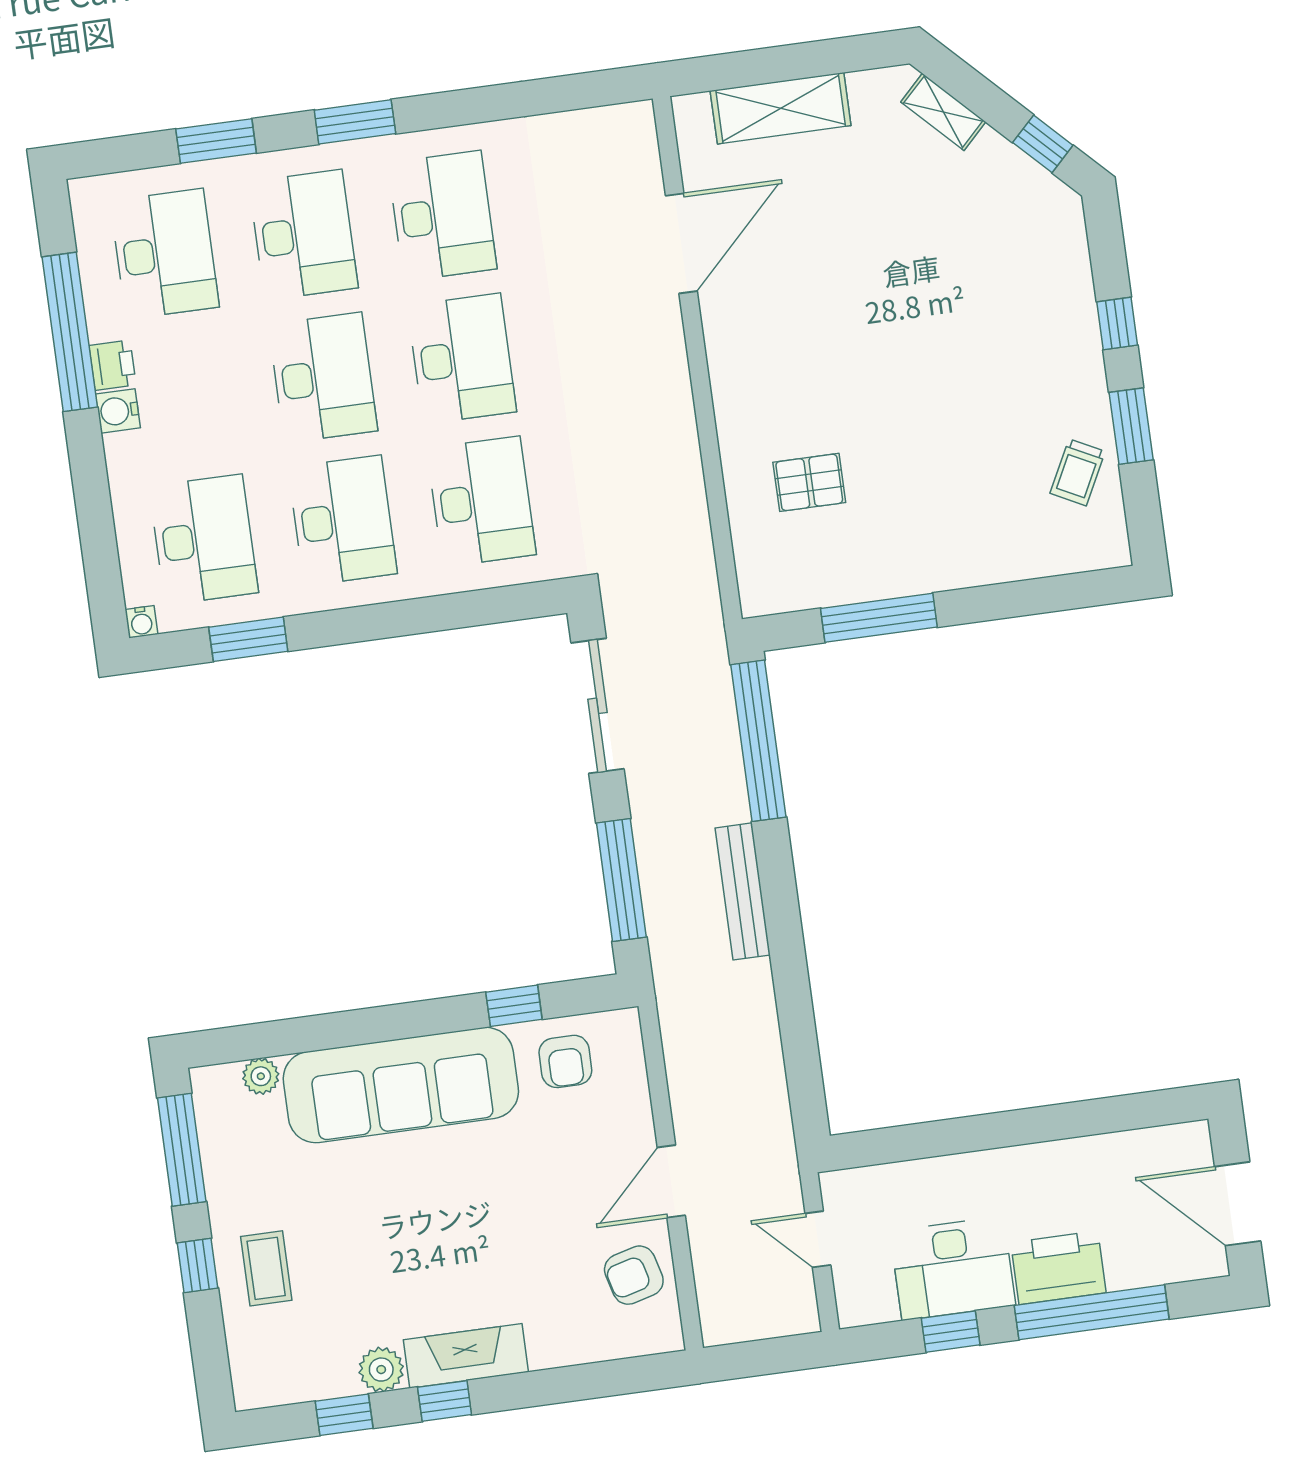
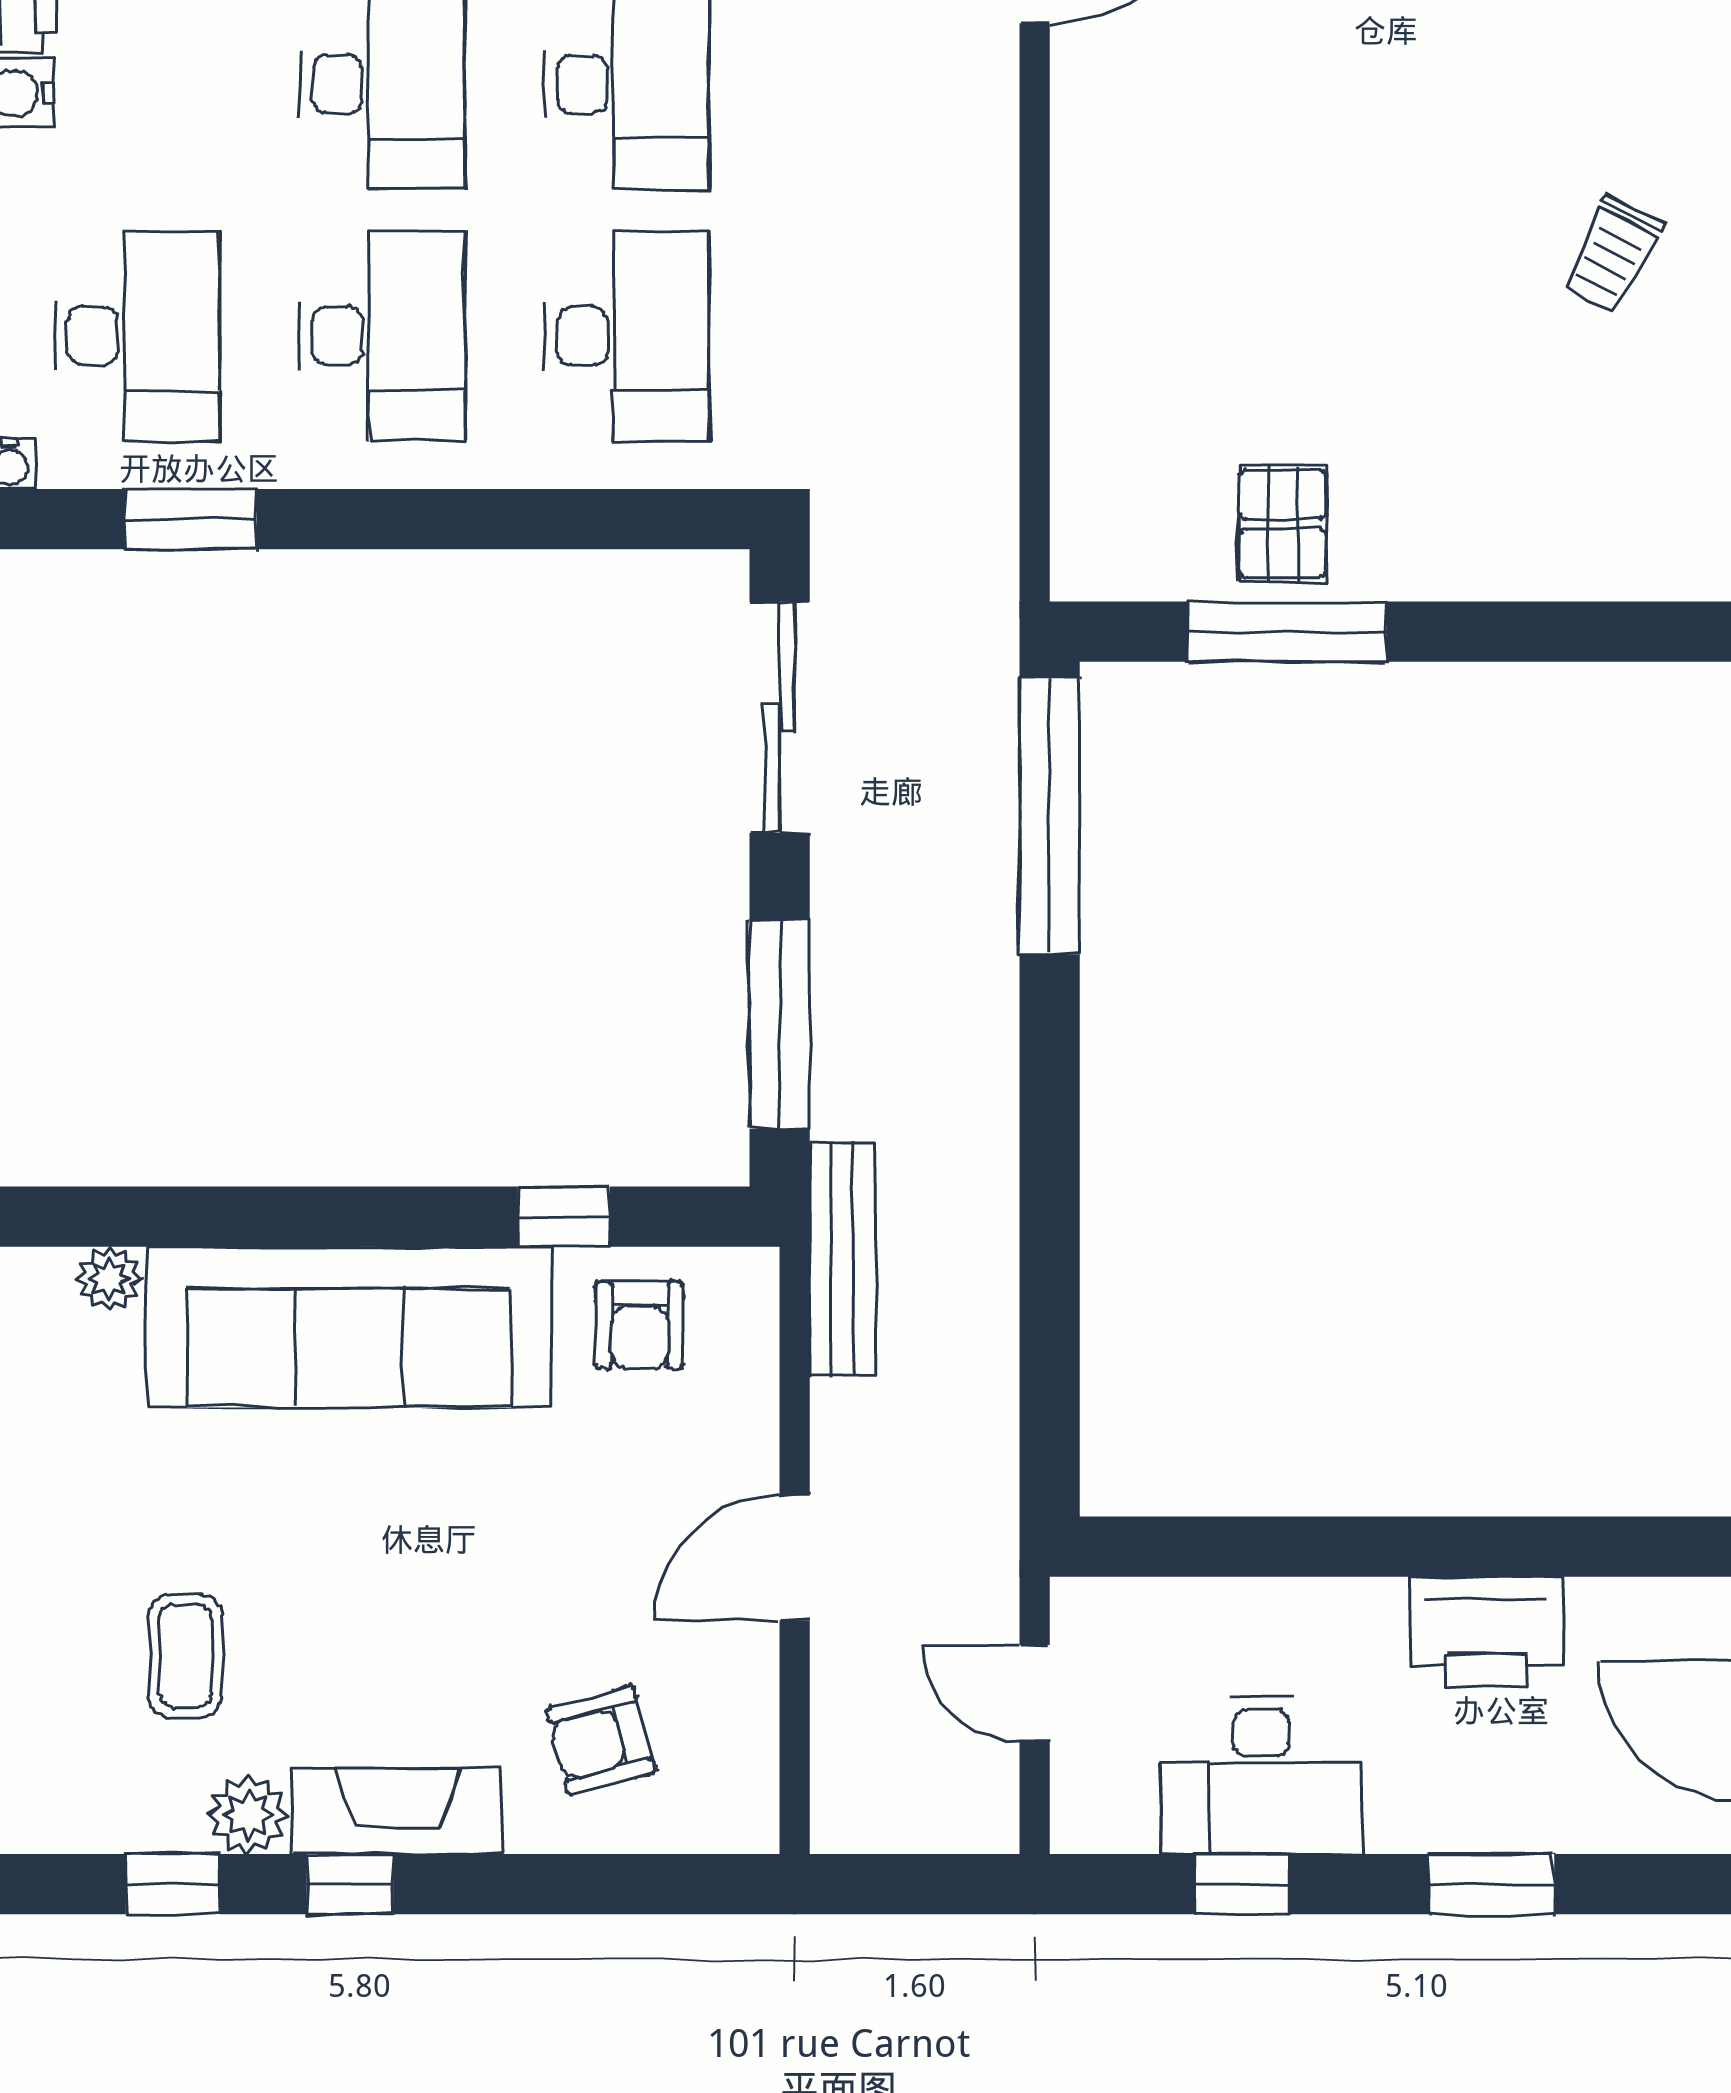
trolley: (1078, 472) -> (1612, 255), moved
pallet: (809, 482) -> (1283, 524), moved, turned 90
bench: (743, 891) -> (842, 1260), moved
coffee table: (266, 1268) -> (186, 1656), moved
printer: (1058, 1268) -> (1486, 1632), moved, turned 180
armchair: (634, 1275) -> (601, 1741), moved
window: (1092, 1312) -> (1491, 1884), width x0.47

